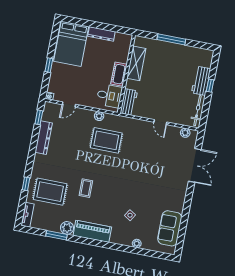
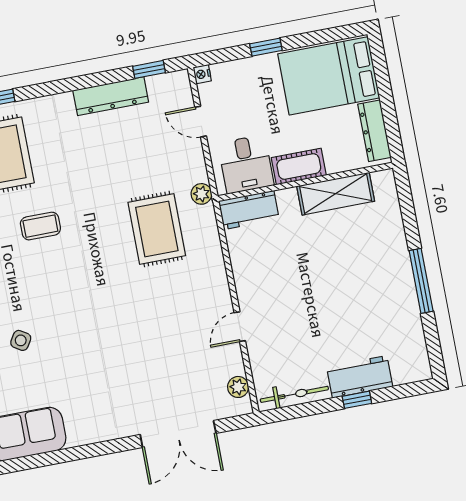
shelving: (136, 63) -> (336, 194), moved
cot: (119, 74) -> (299, 166), moved
wall: (126, 74) -> (305, 182), moved
desk: (109, 96) -> (246, 164), moved
workbench: (129, 102) -> (249, 210), moved

